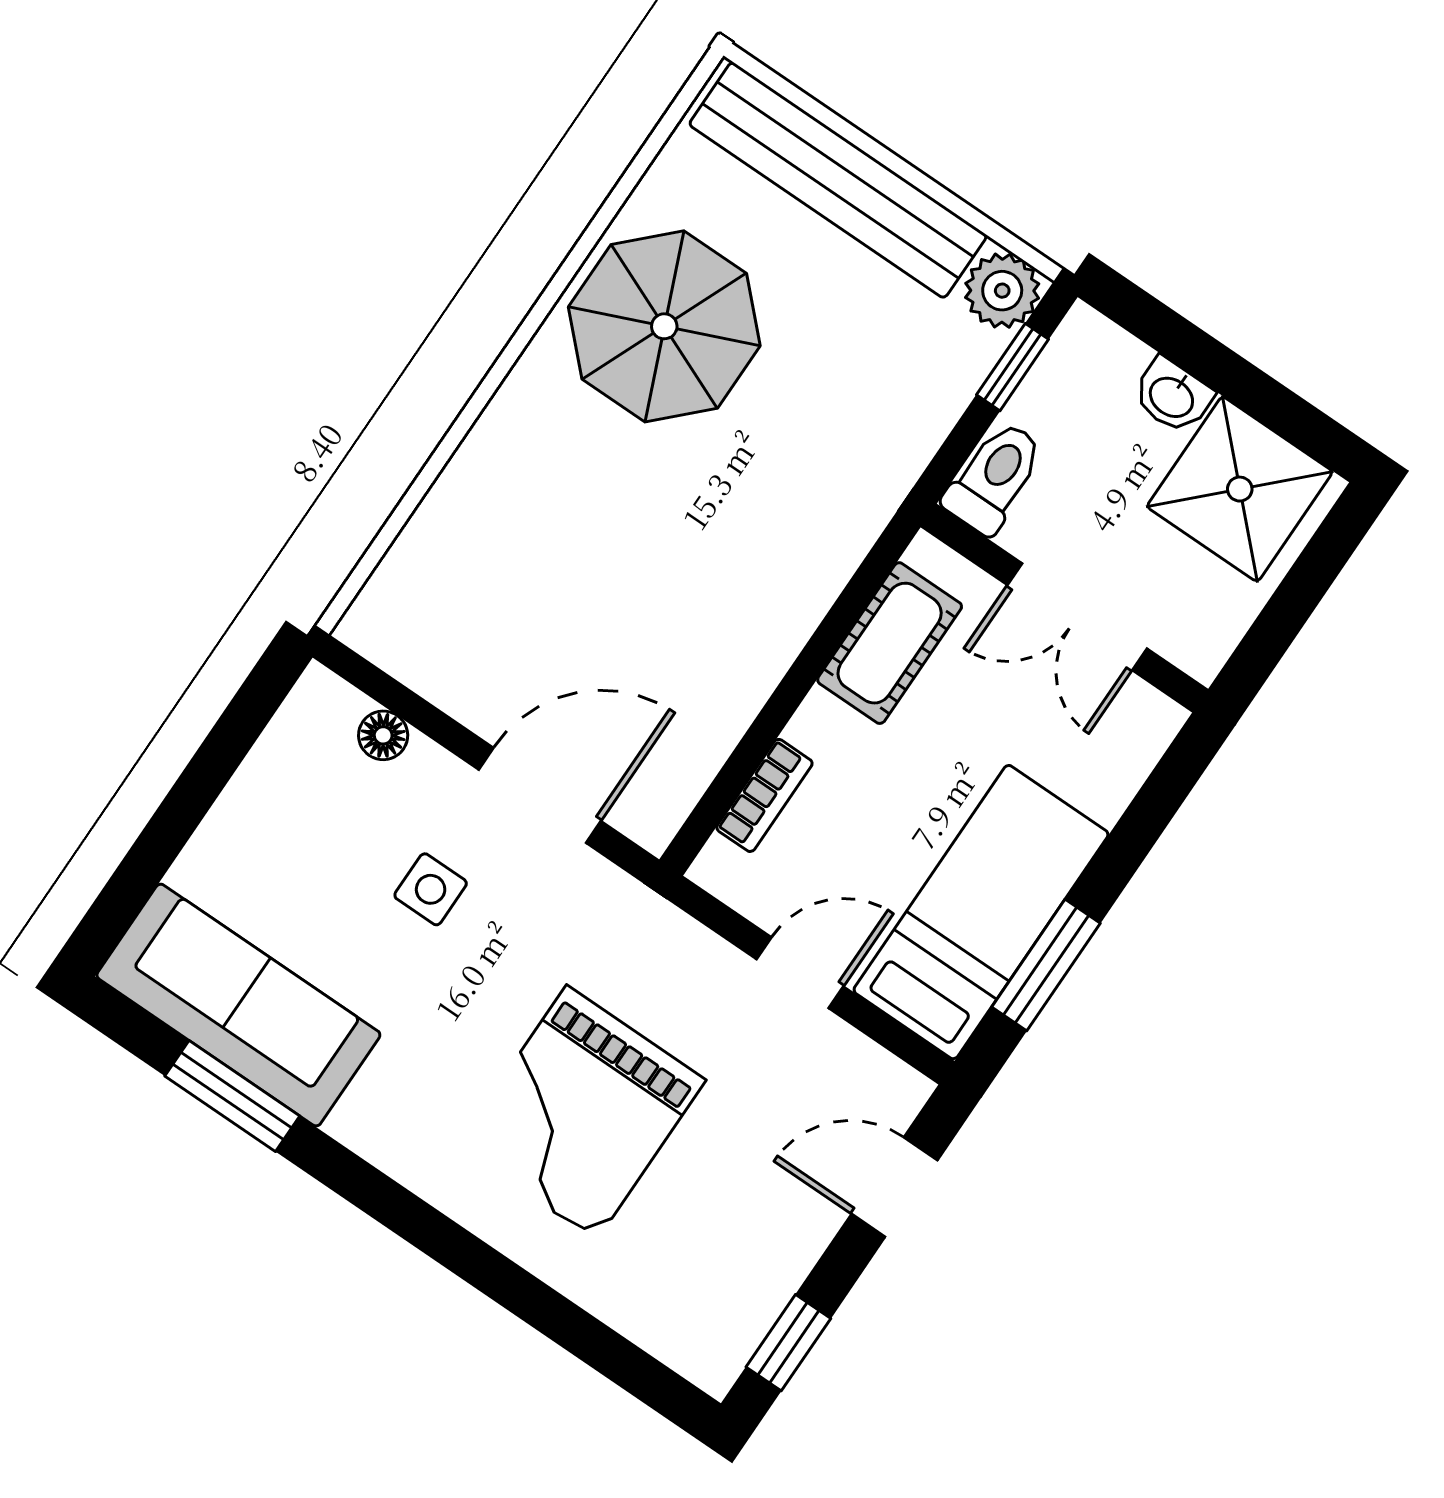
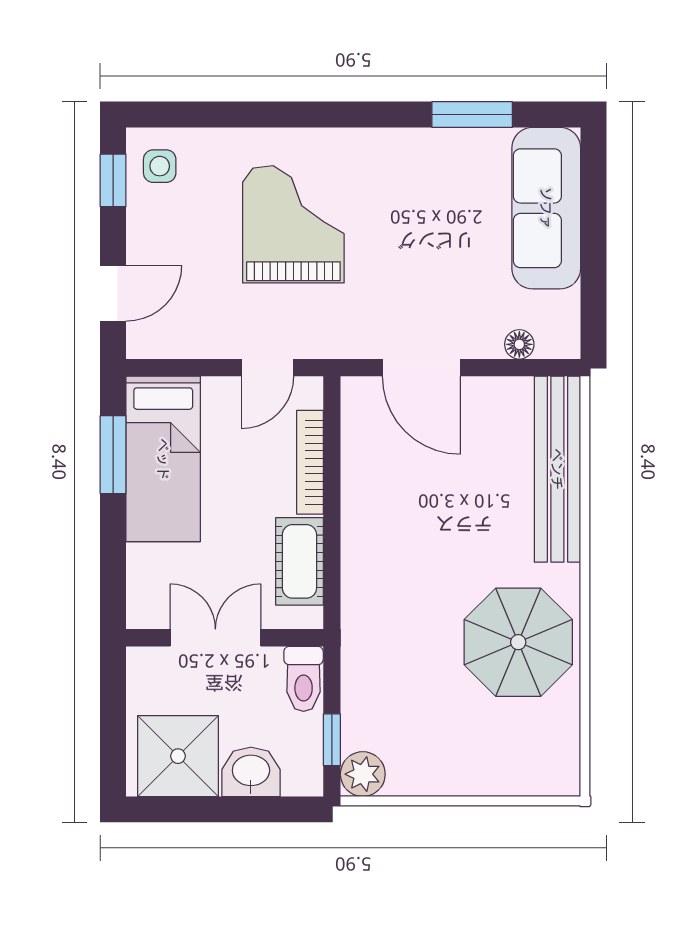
bench: (838, 180) -> (557, 469), moved, turned 90
washbasin: (1172, 396) -> (251, 772), width x1.38, depth x1.45
door: (540, 795) -> (421, 368), hinge flipped
bookcase: (764, 795) -> (310, 462), width x1.56
side table: (431, 889) -> (160, 166), moved
door: (800, 973) -> (268, 368), moved
sofa: (238, 1005) -> (546, 208), moved, turned 90

